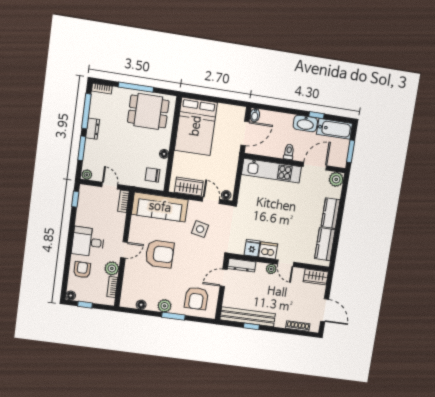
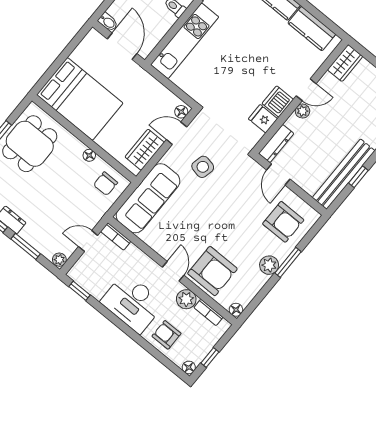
desk: (88, 242) -> (132, 303), width x1.37
armchair: (160, 254) -> (212, 271), moved, turned 90
floor lamp: (141, 305) -> (236, 310), moved

